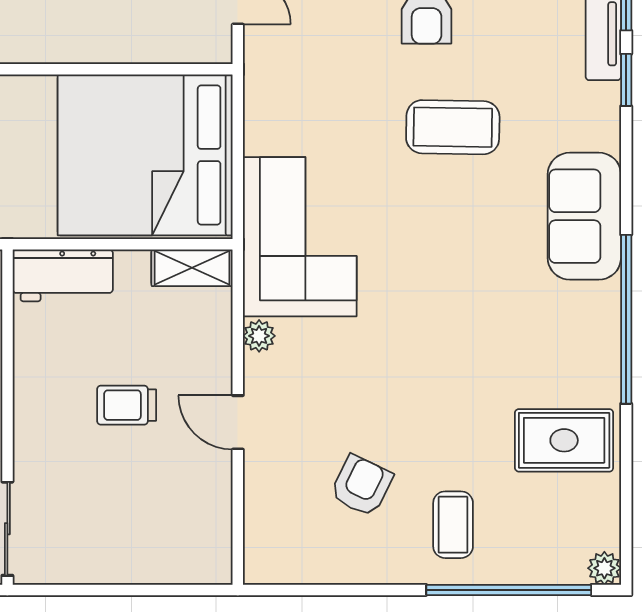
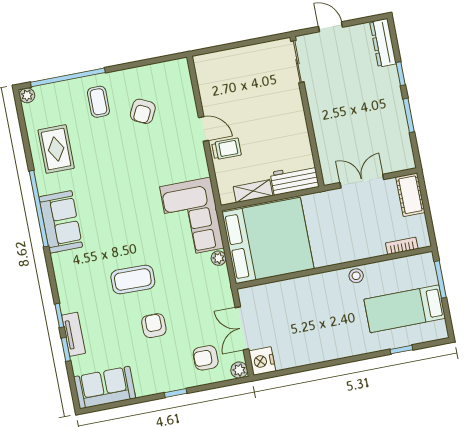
sofa: (584, 216) -> (61, 222), moved
shelving: (192, 268) -> (253, 191), moved
plant: (259, 336) -> (219, 258), moved
trolley: (127, 405) -> (226, 149), moved
rug: (564, 440) -> (56, 149), turned 90

